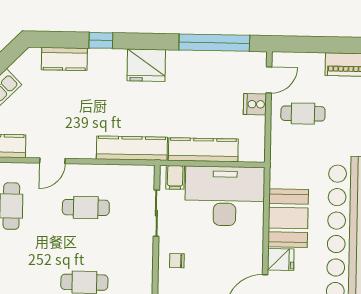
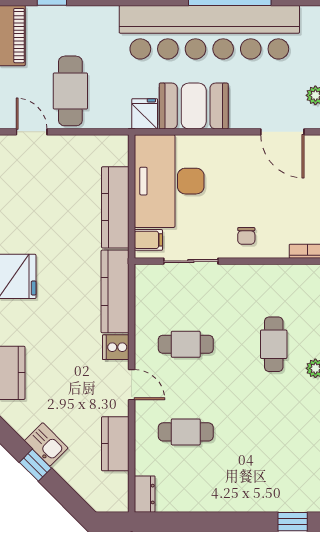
cooker: (255, 104) -> (116, 347), moved, turned 90
cafe table: (303, 114) -> (70, 91), width x1.37, depth x1.35
cafe table: (86, 207) -> (186, 344), turned 90
fridge: (281, 260) -> (145, 114), moved

